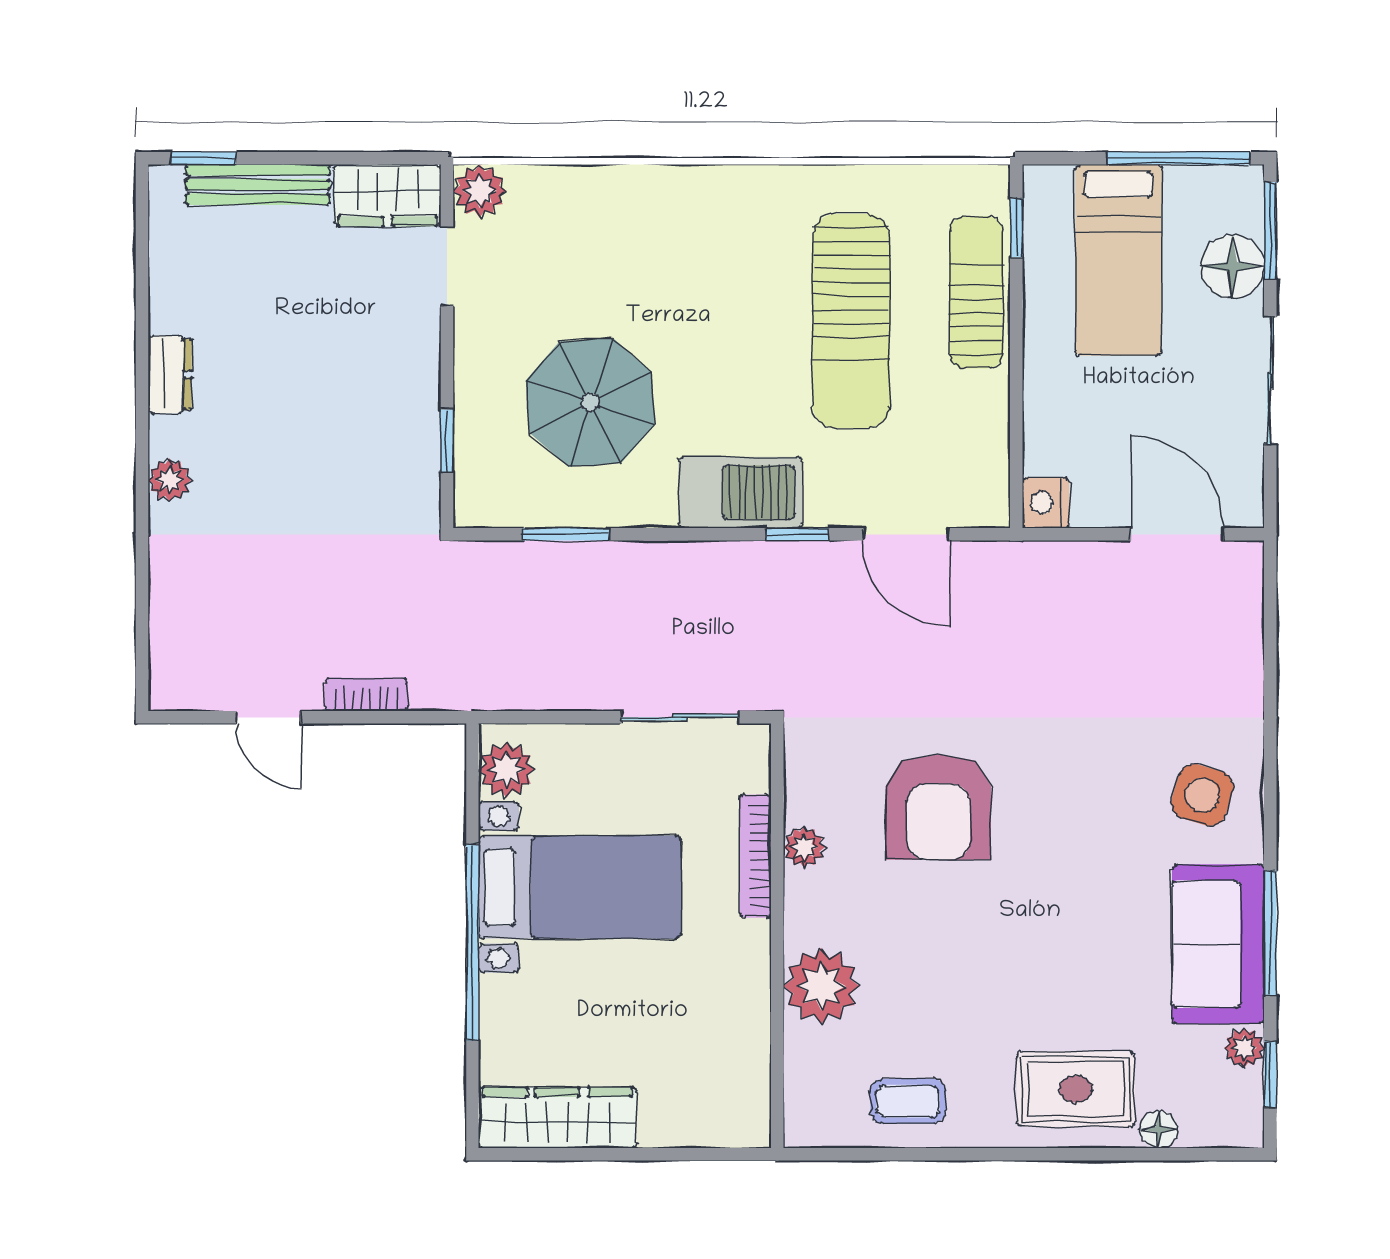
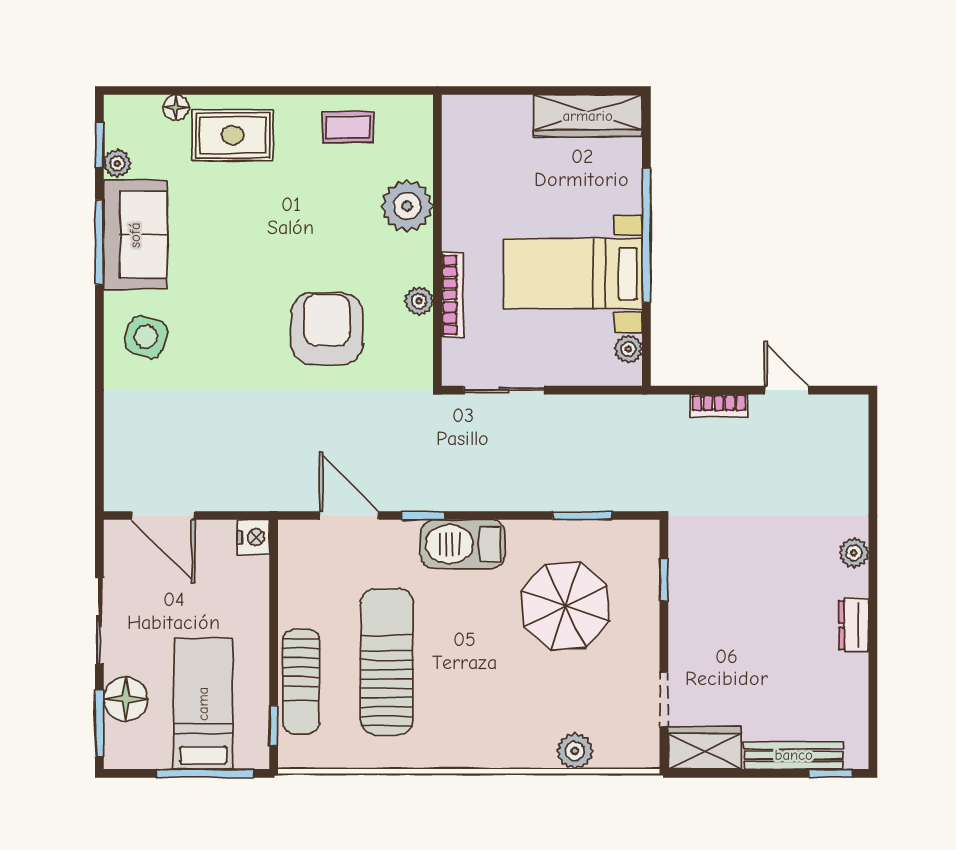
window: (1179, 158) -> (205, 773), moved
plant: (480, 191) -> (575, 751), moved
plant: (506, 770) -> (628, 349), width x0.73, depth x0.73

